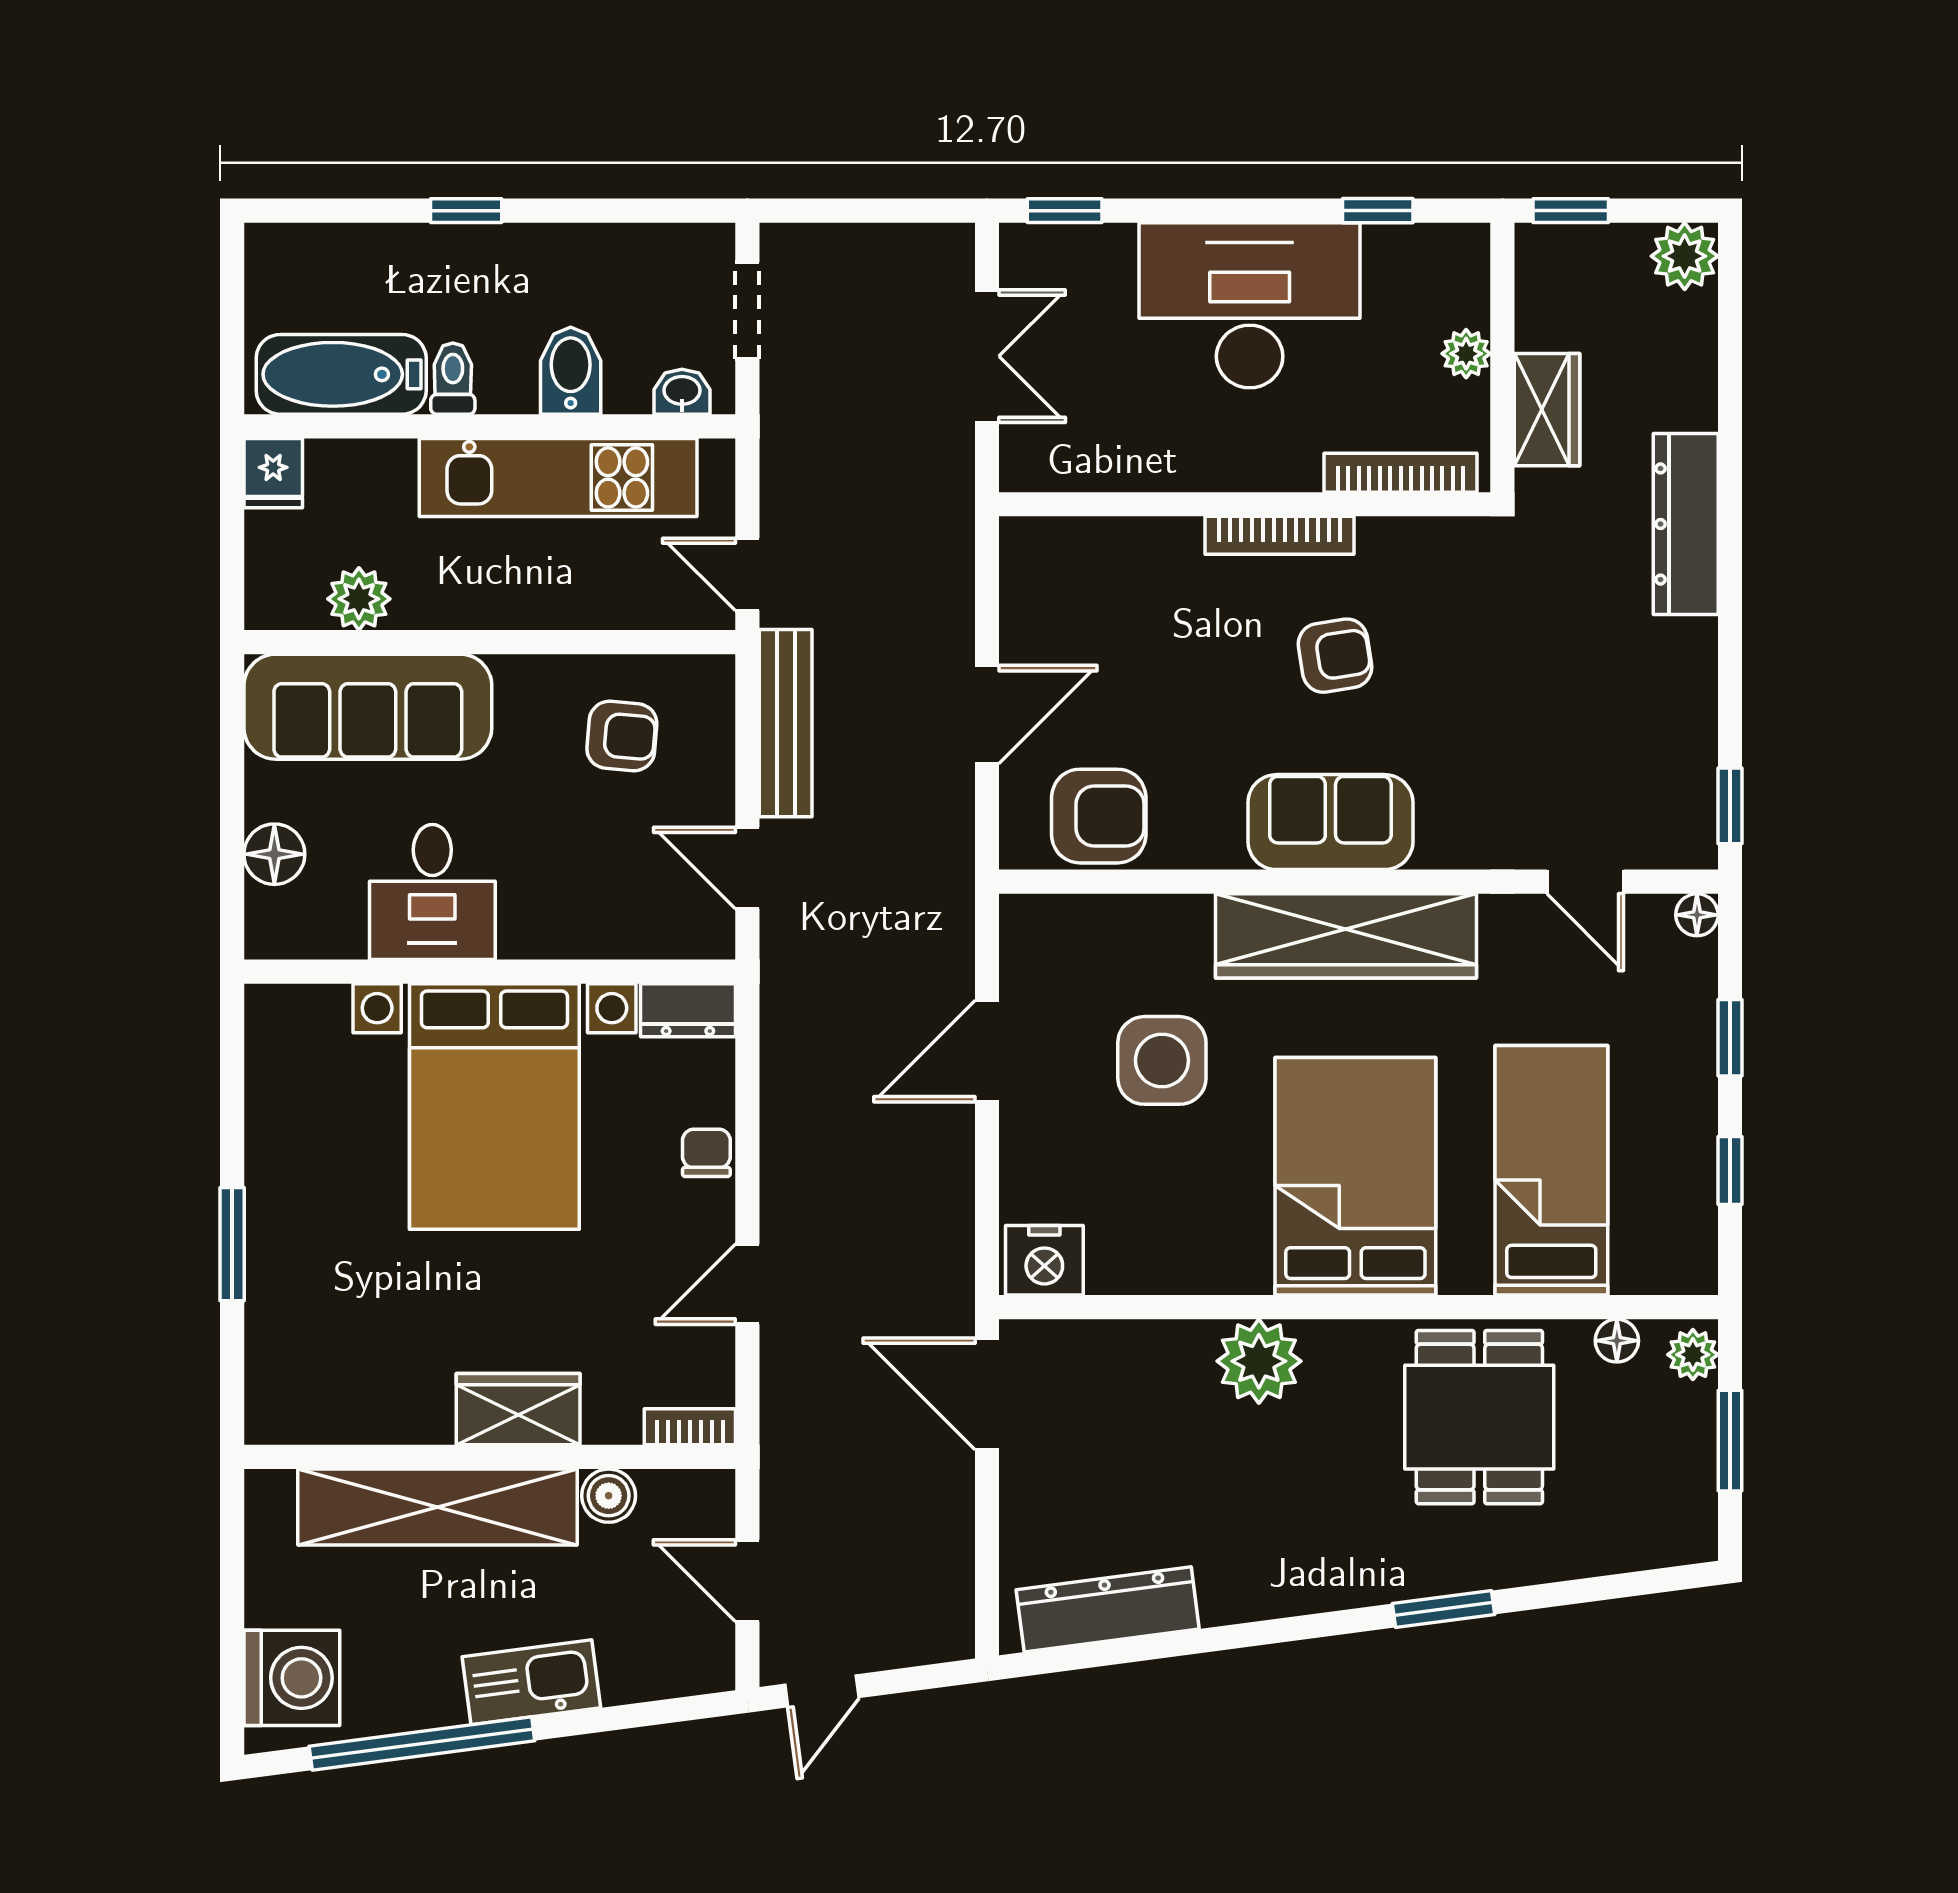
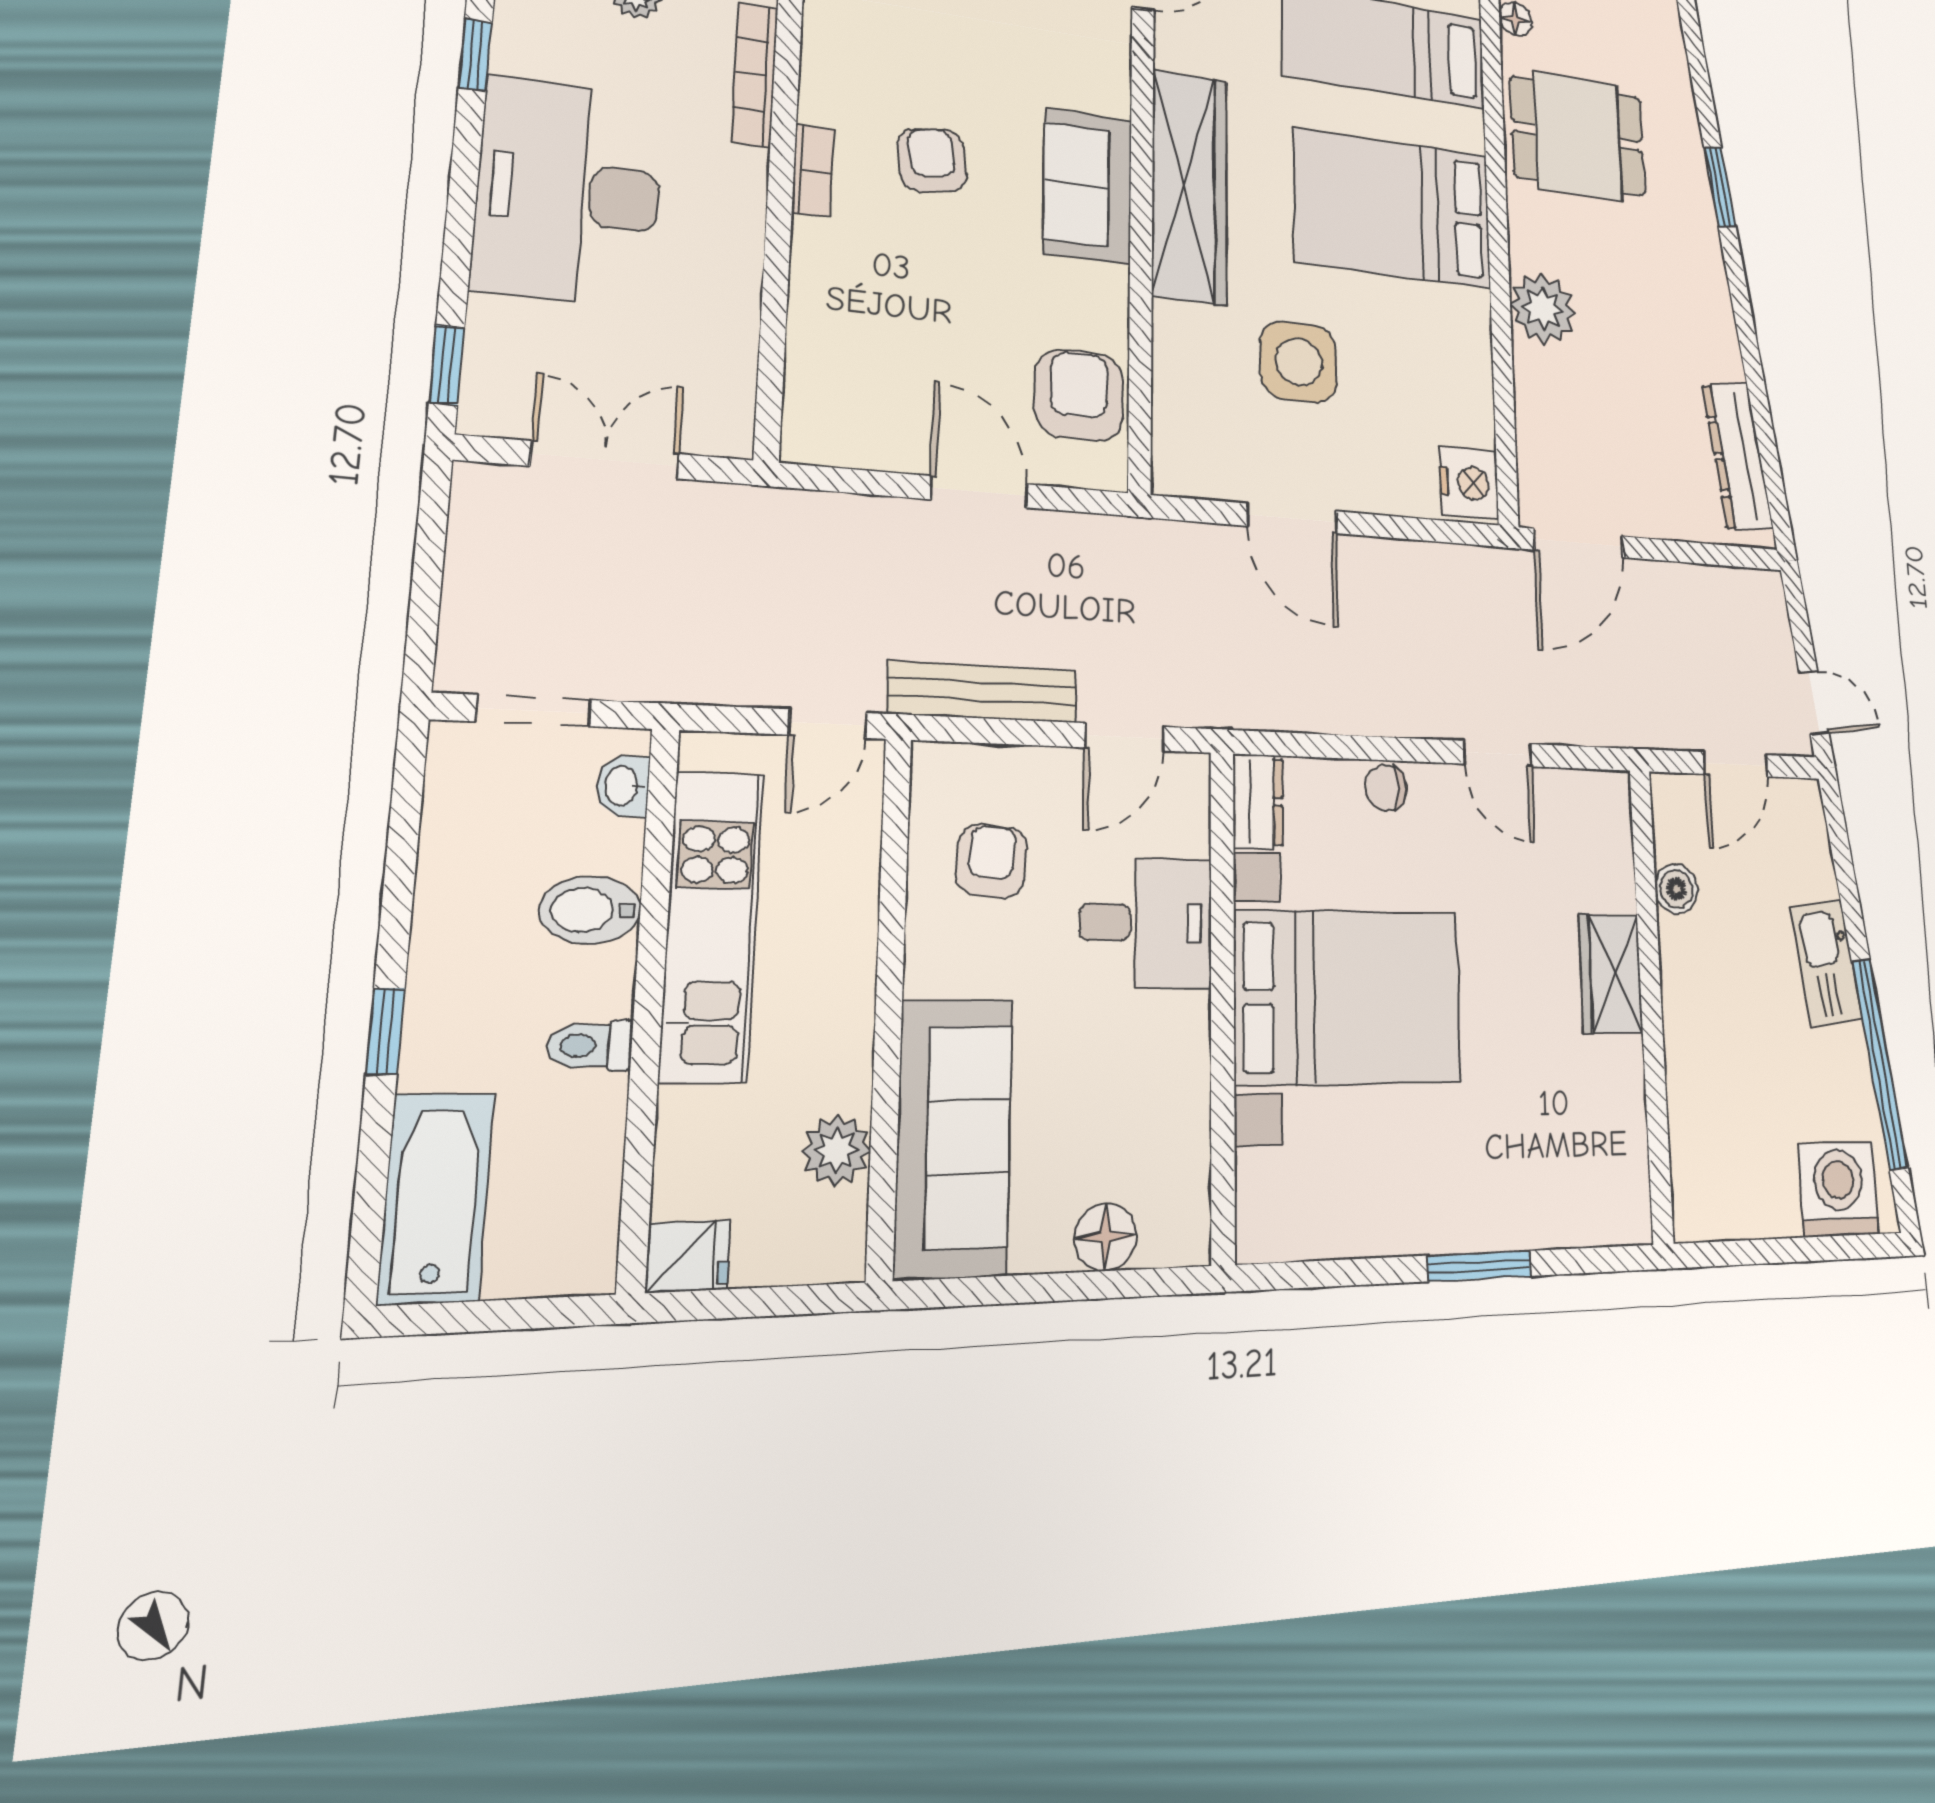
bathtub: (341, 374) -> (436, 1198), moved, turned 180
bookcase: (1280, 535) -> (813, 170), width x0.64
desk: (432, 892) -> (1146, 923), moved
bookcase: (690, 1427) -> (1617, 812), removed
shelving: (437, 1507) -> (1694, 1052), removed

